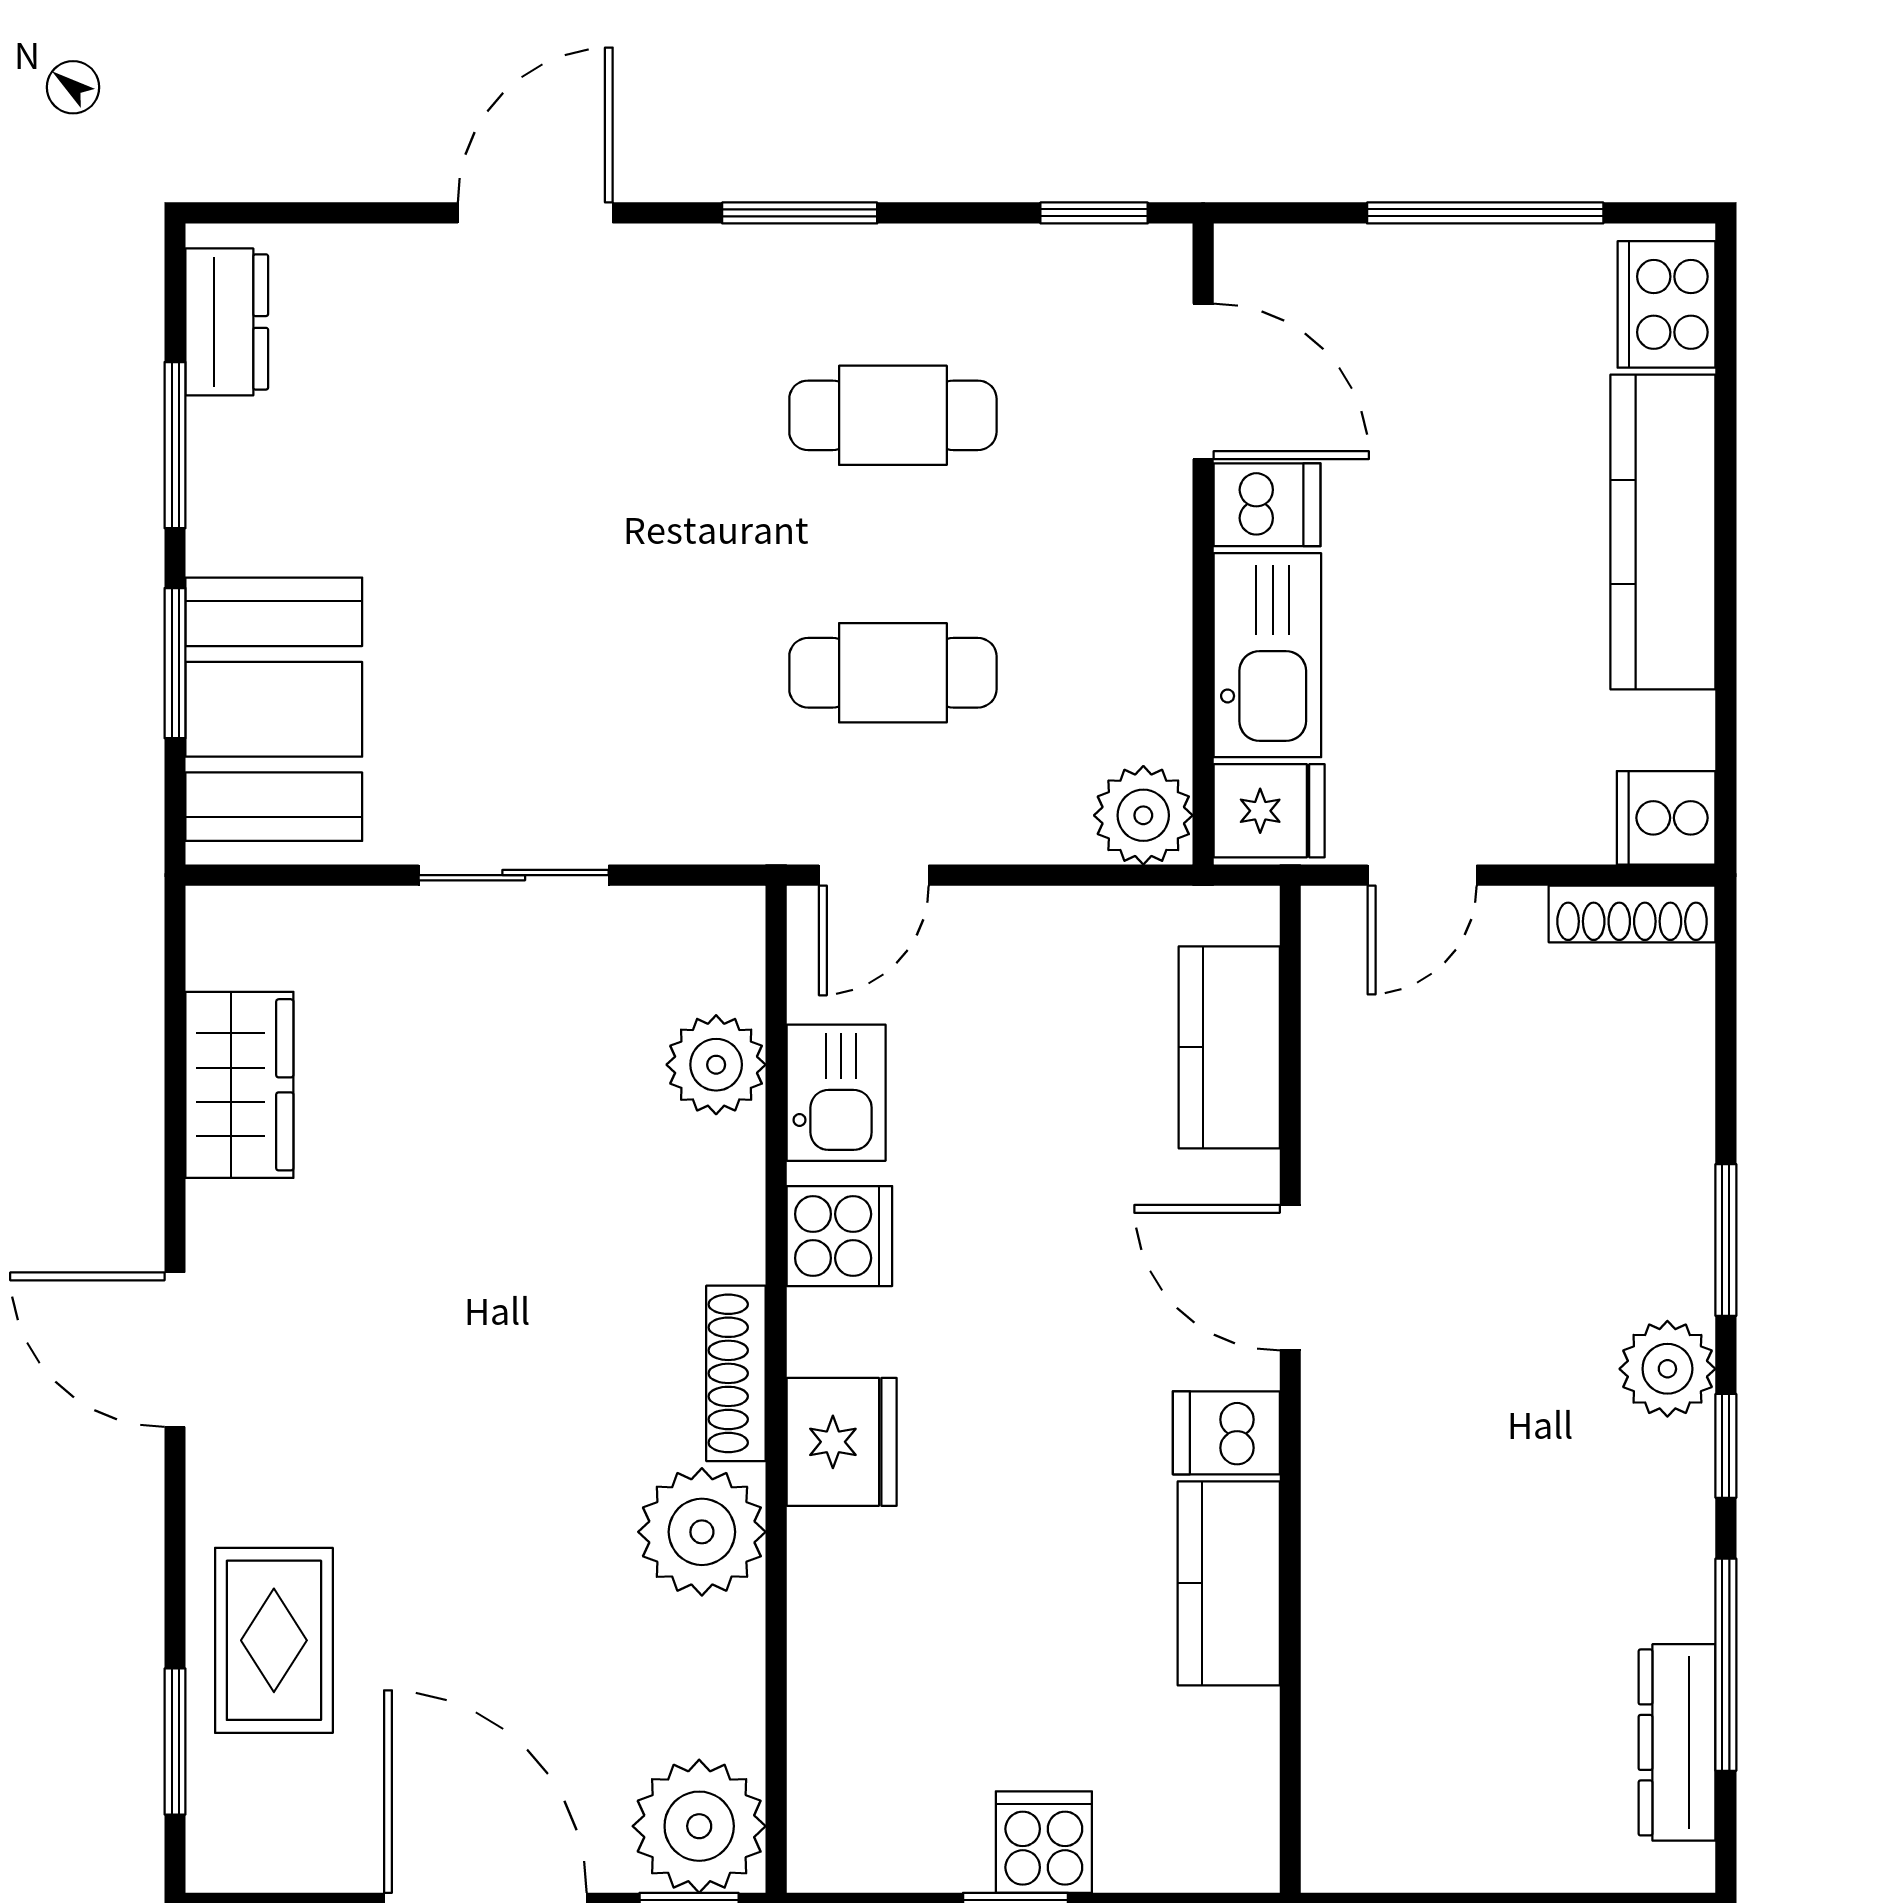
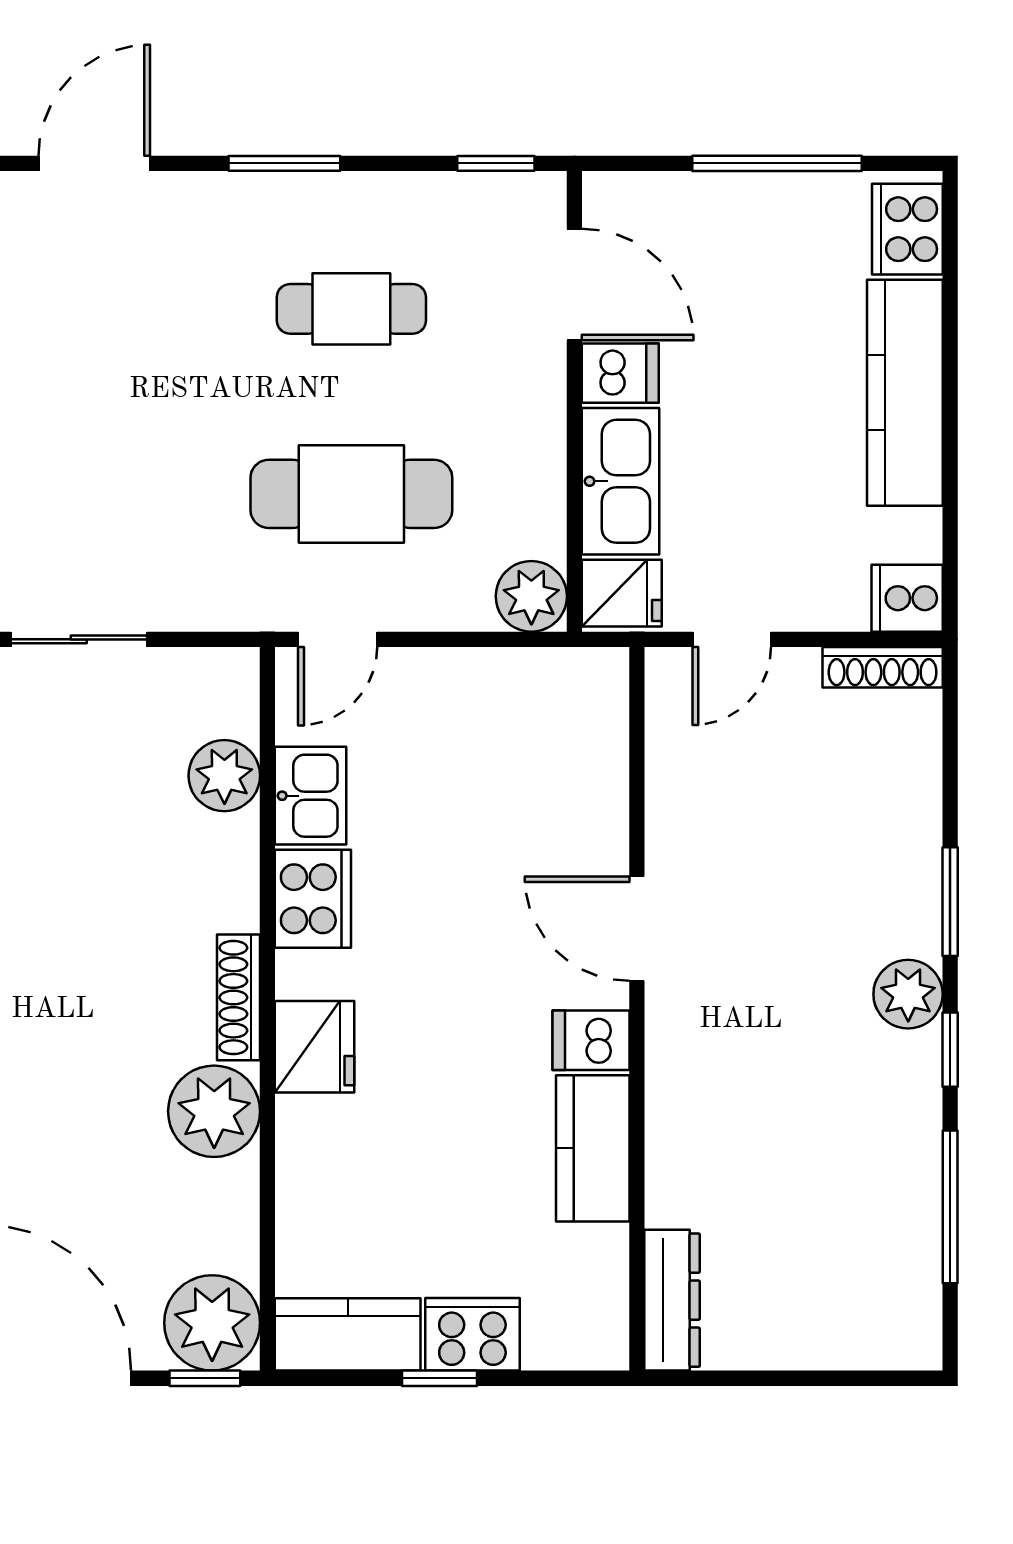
cafe table: (893, 673) -> (351, 494), width x1.37, depth x1.35
kitchen counter: (1229, 1047) -> (348, 1334), moved, turned 90
cooker: (839, 1236) -> (313, 899), width x1.36
dresser: (1677, 1742) -> (672, 1300), moved, turned 180
cooker: (1044, 1842) -> (472, 1334), width x1.36

